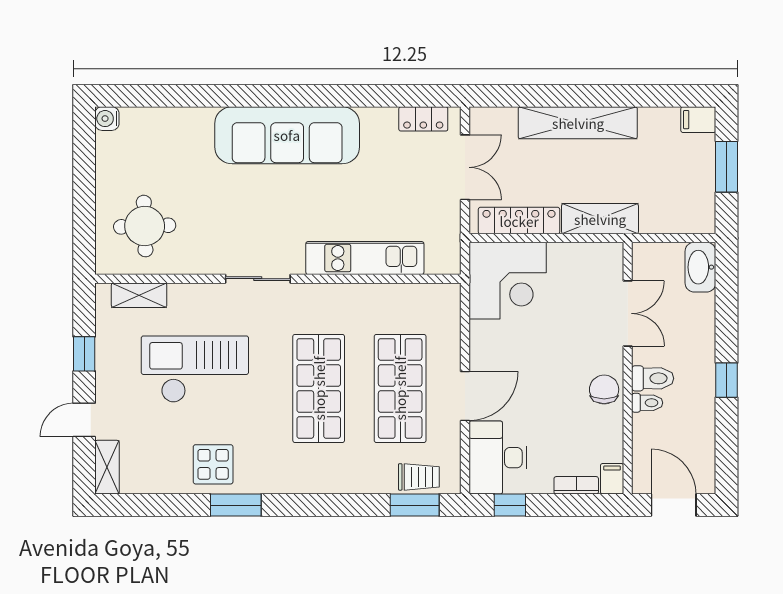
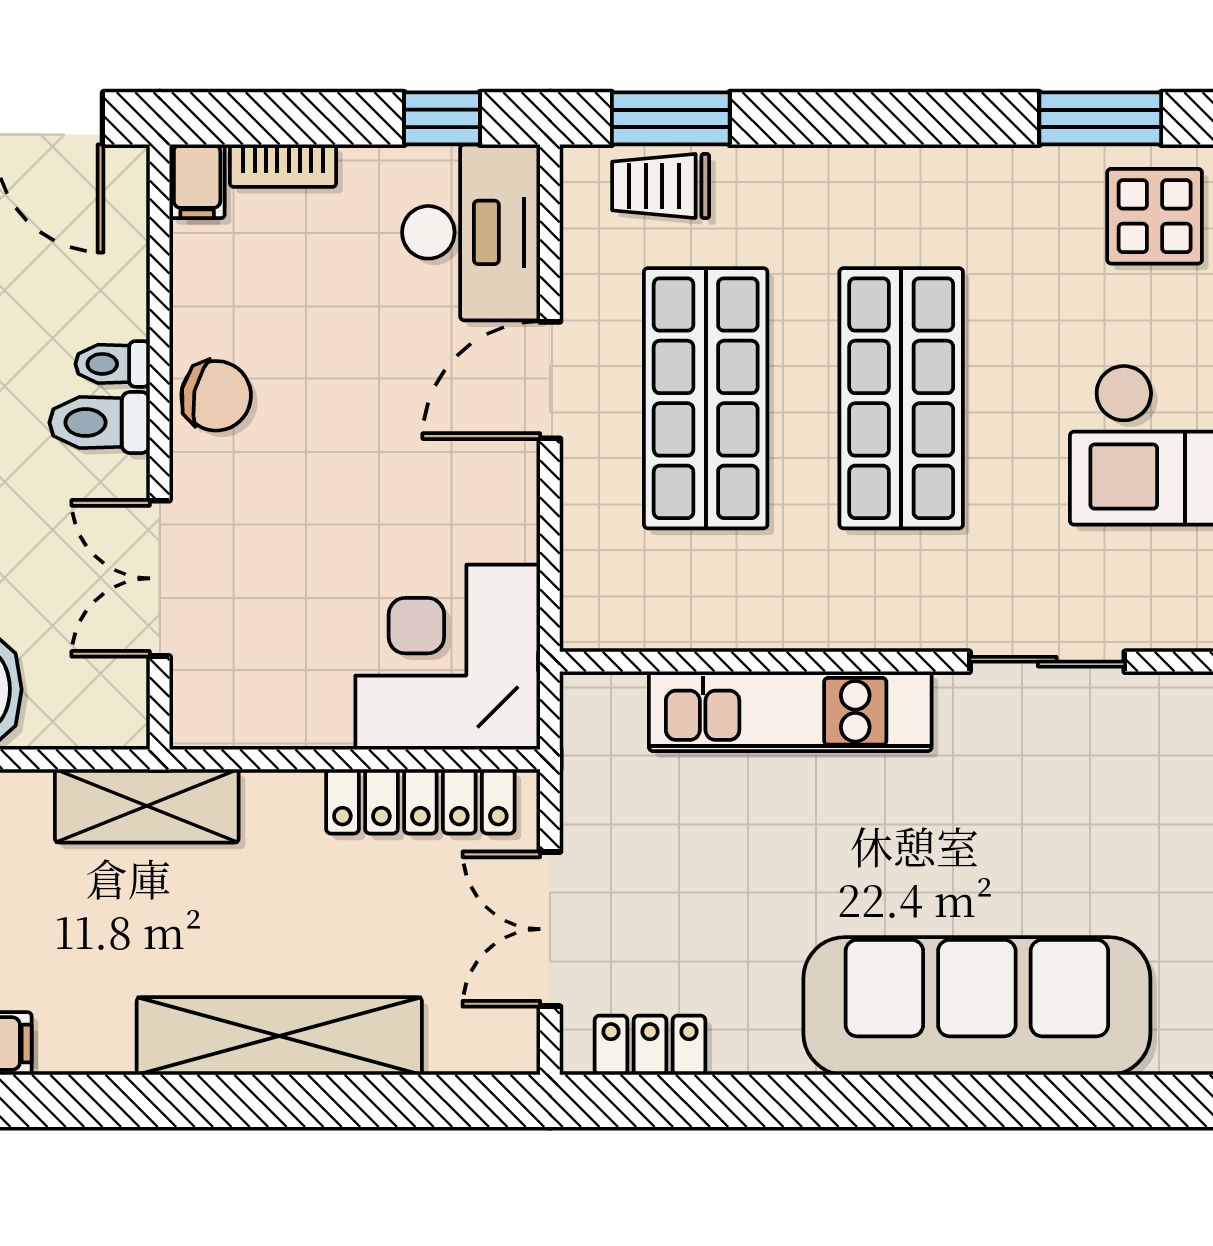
shelving: (600, 219) -> (147, 806), moved
chair: (604, 389) -> (216, 396), turned -78

